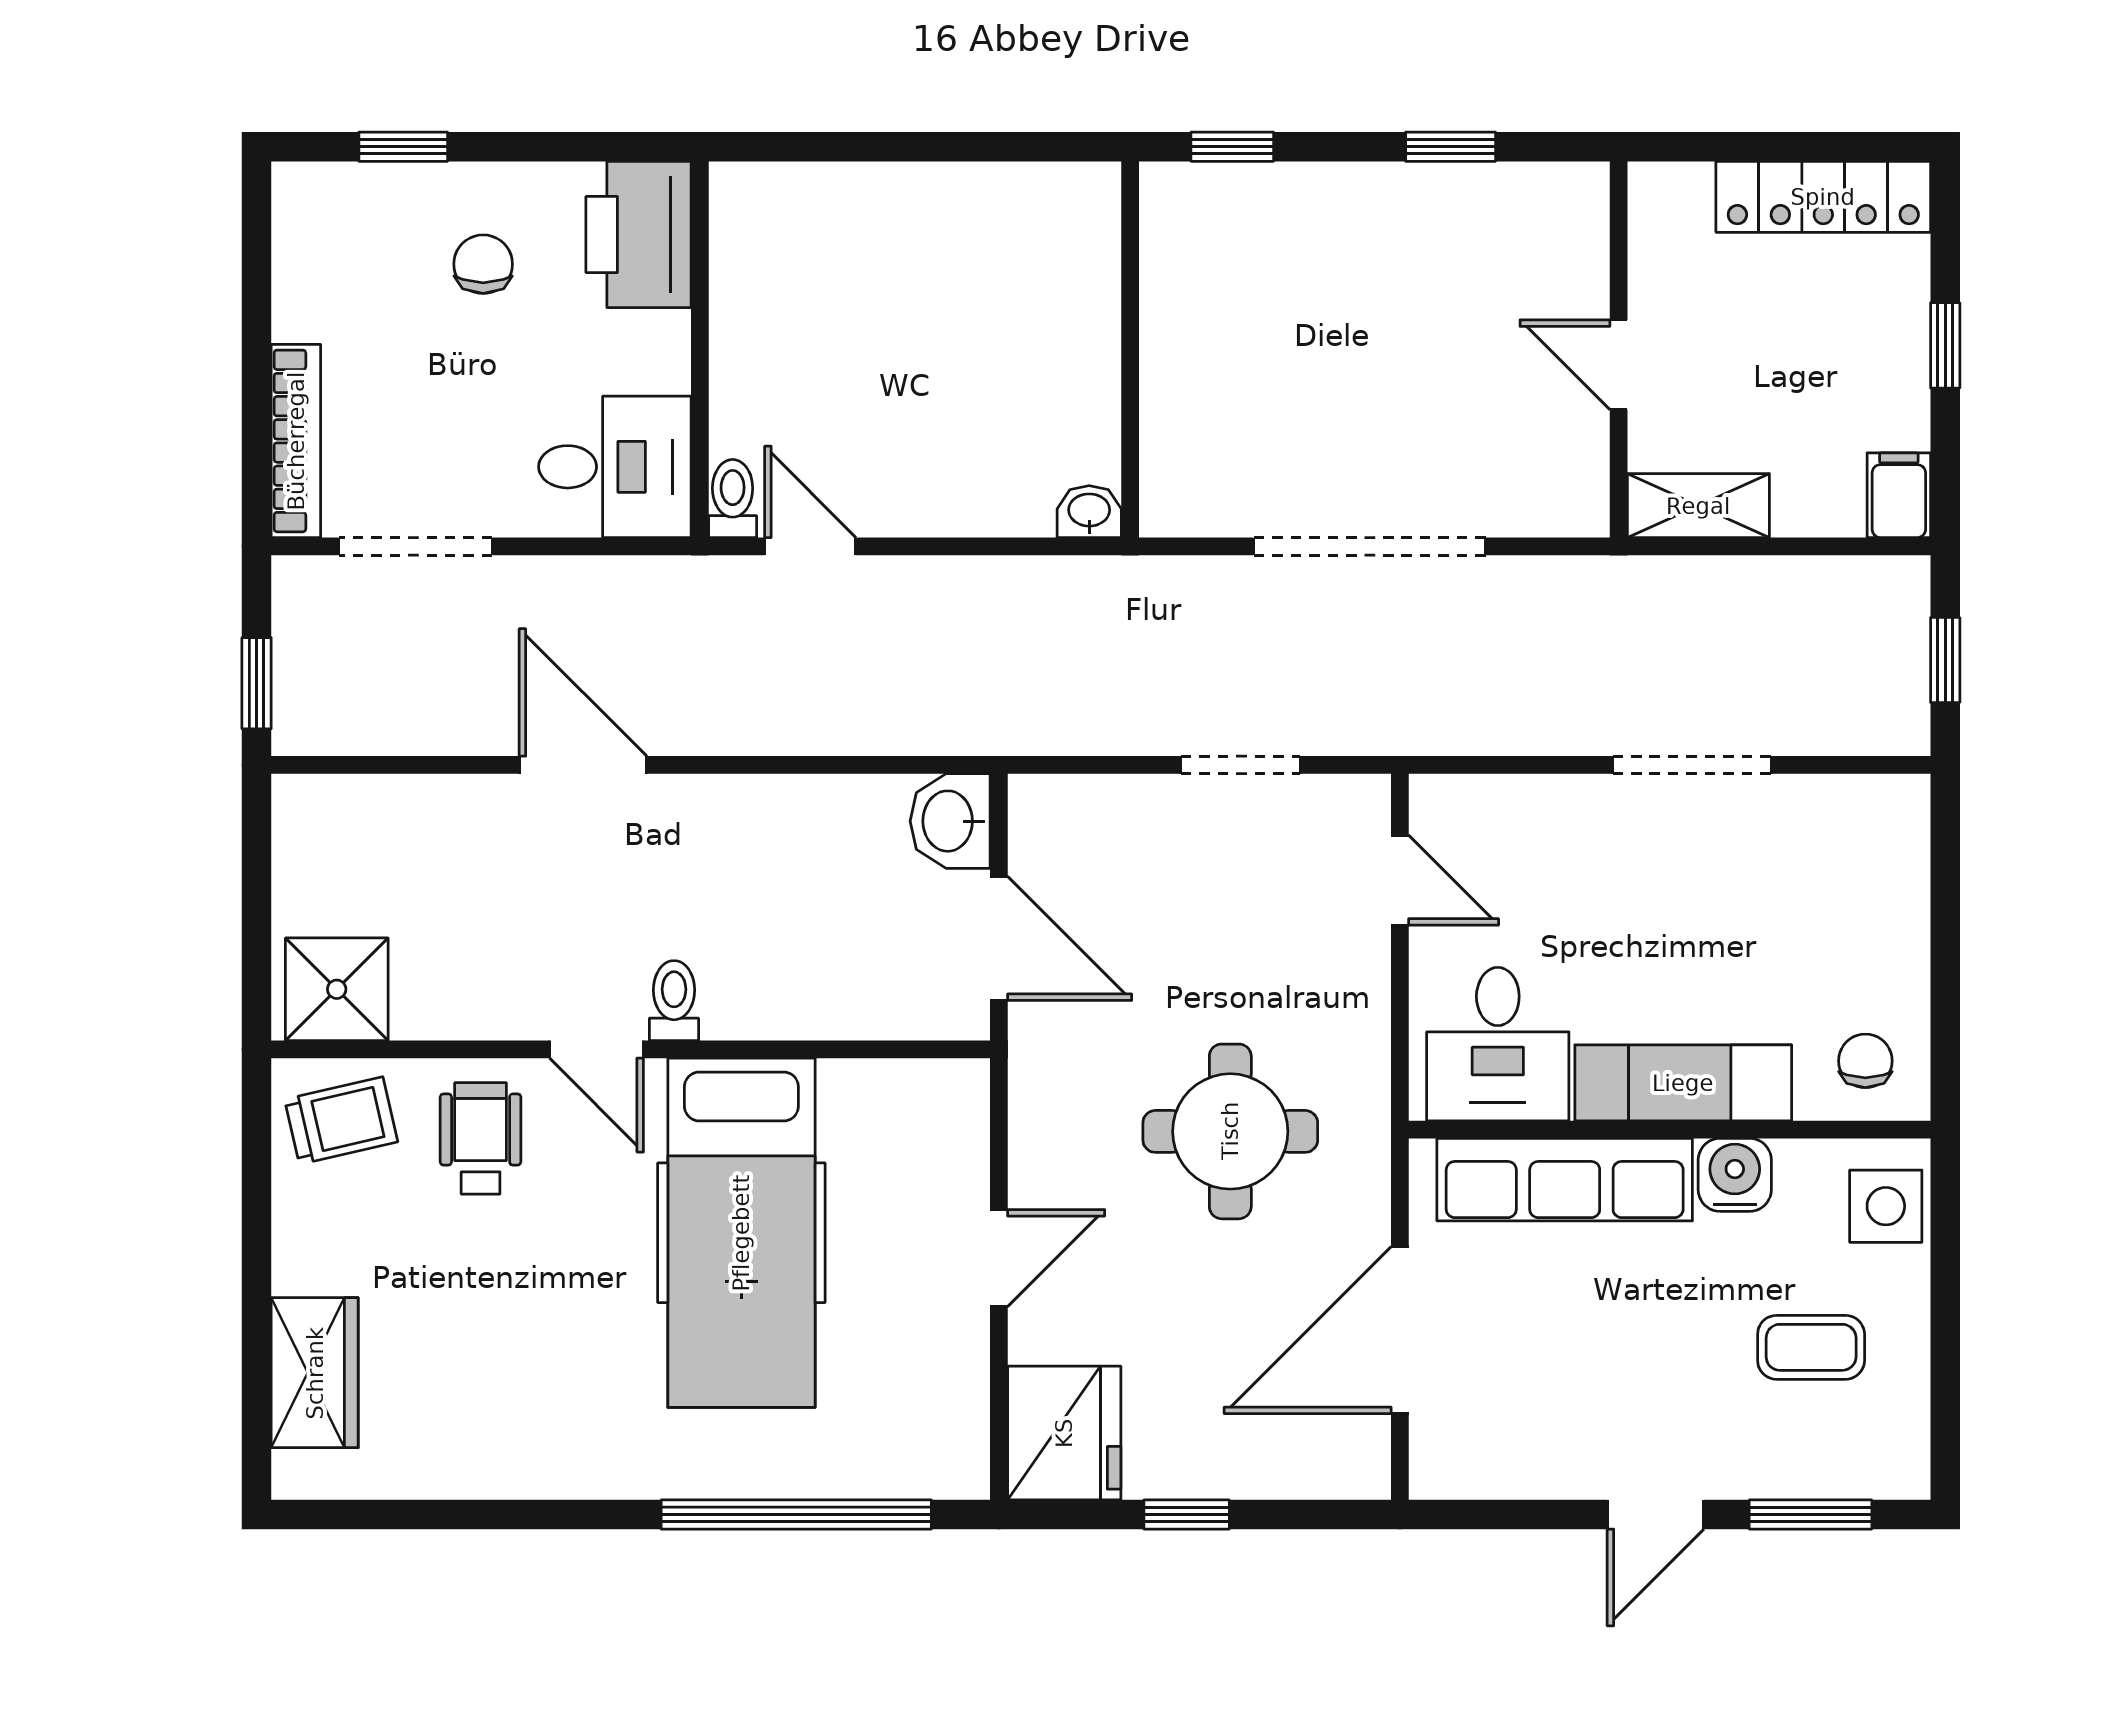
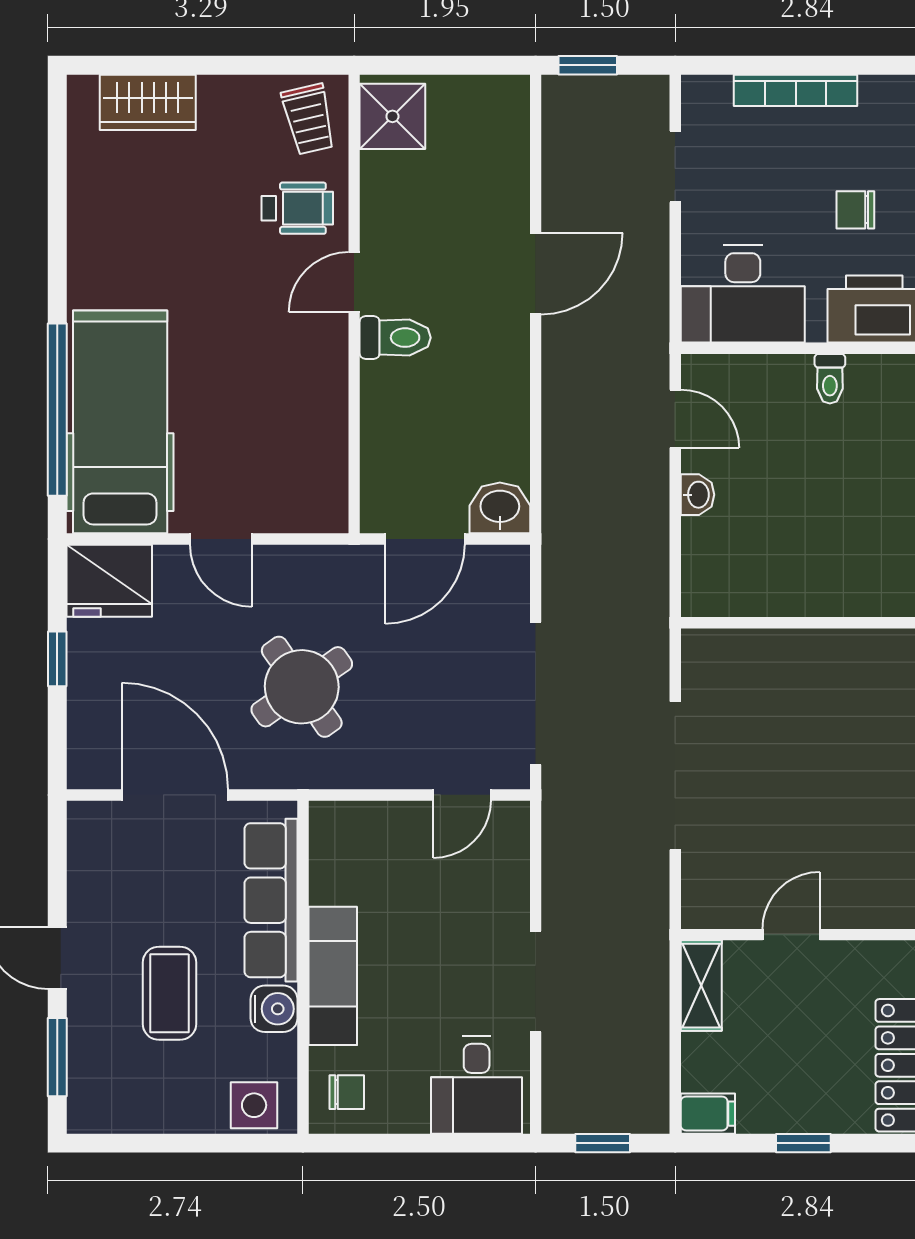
chair: (483, 264) -> (855, 210), turned 180
bookcase: (296, 441) -> (796, 90), moved
desk: (615, 467) -> (743, 294), width x1.37
toilet: (733, 498) -> (830, 379), moved, turned 90
washbasin: (1089, 512) -> (697, 495), moved
doorway: (415, 546) -> (675, 167), width x0.73
door: (810, 546) -> (675, 419), hinge flipped
doorway: (1241, 765) -> (536, 693), width x1.87
toilet: (674, 1001) -> (395, 338), width x1.37, depth x1.39
desk: (1498, 1044) -> (477, 1085), moved, turned -90
round table: (1230, 1131) -> (302, 687), turned -35
hospital bed: (741, 1233) -> (120, 422), moved, turned 90
coffee table: (1811, 1347) -> (169, 993), moved, width x1.36, depth x1.30

